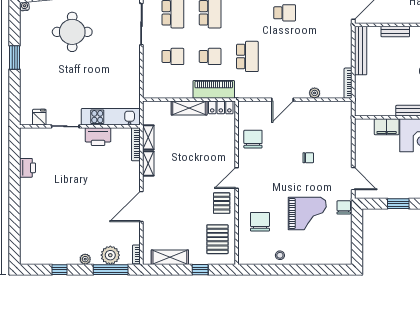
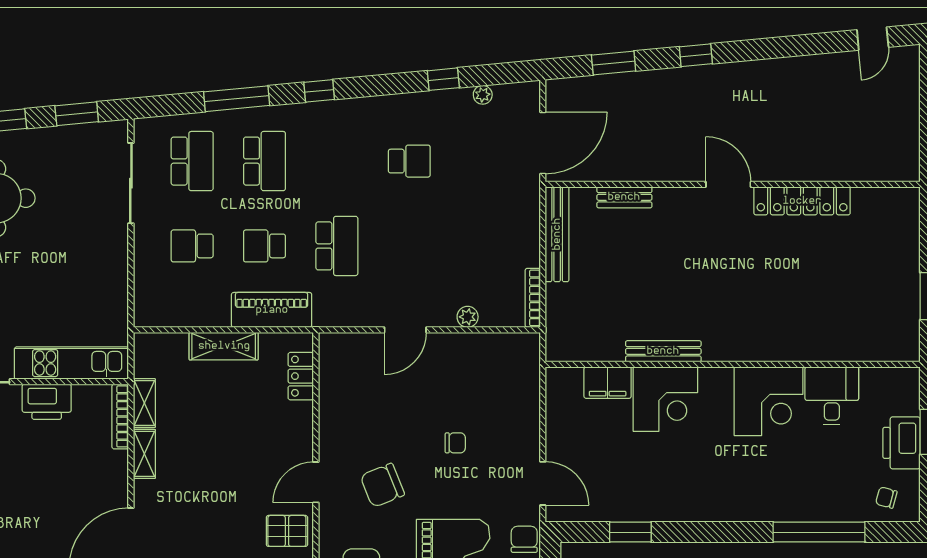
school desk: (173, 56) -> (192, 246), turned 180
school desk: (210, 56) -> (265, 246), turned 180
locker: (221, 107) -> (301, 376), moved, turned 90
chair: (253, 139) -> (382, 485), moved, turned -112
pallet: (222, 203) -> (287, 531), turned 90

